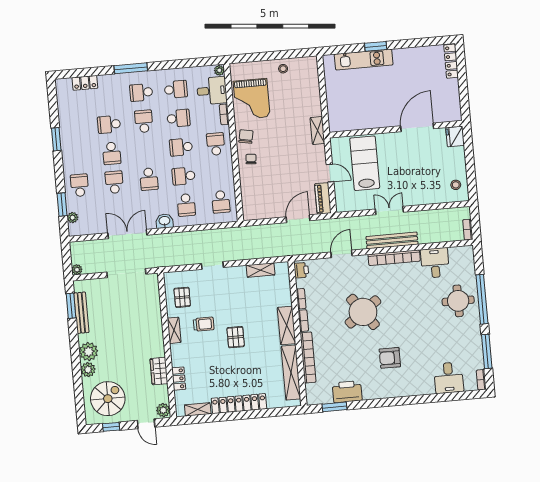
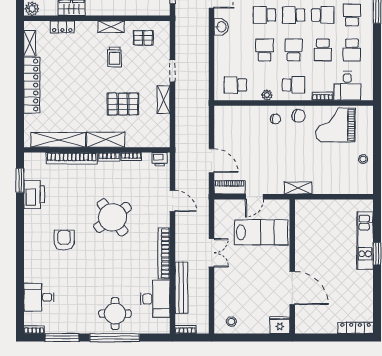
plant: (219, 70) -> (267, 95), moved
school desk: (186, 205) -> (294, 15), moved
bench: (392, 240) -> (181, 288), moved
desk: (435, 263) -> (155, 299), width x1.37
shelving: (261, 270) -> (164, 100), moved
pallet: (236, 337) -> (123, 104), moved, width x1.50, depth x1.42

